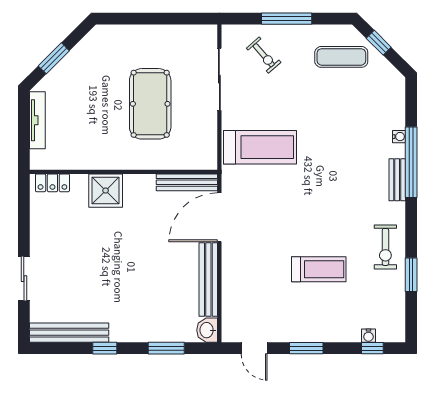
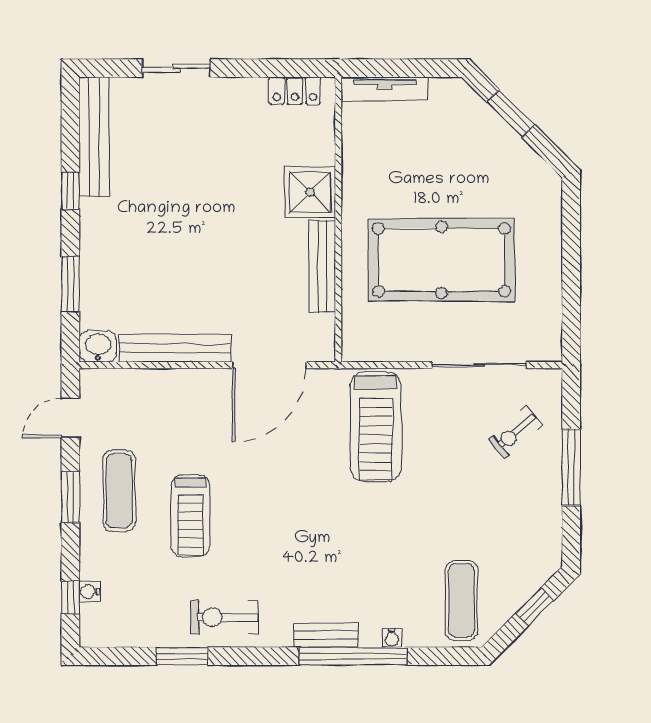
exercise mat: (341, 57) -> (461, 600), moved
pool table: (150, 104) -> (442, 260), width x1.36, depth x1.32
tv unit: (37, 120) -> (385, 89), moved
bench: (187, 182) -> (322, 266), moved
locker: (52, 183) -> (295, 91), moved, turned -90
door: (219, 217) -> (269, 365), swing flipped
exercise mat: (302, 316) -> (119, 491), added

